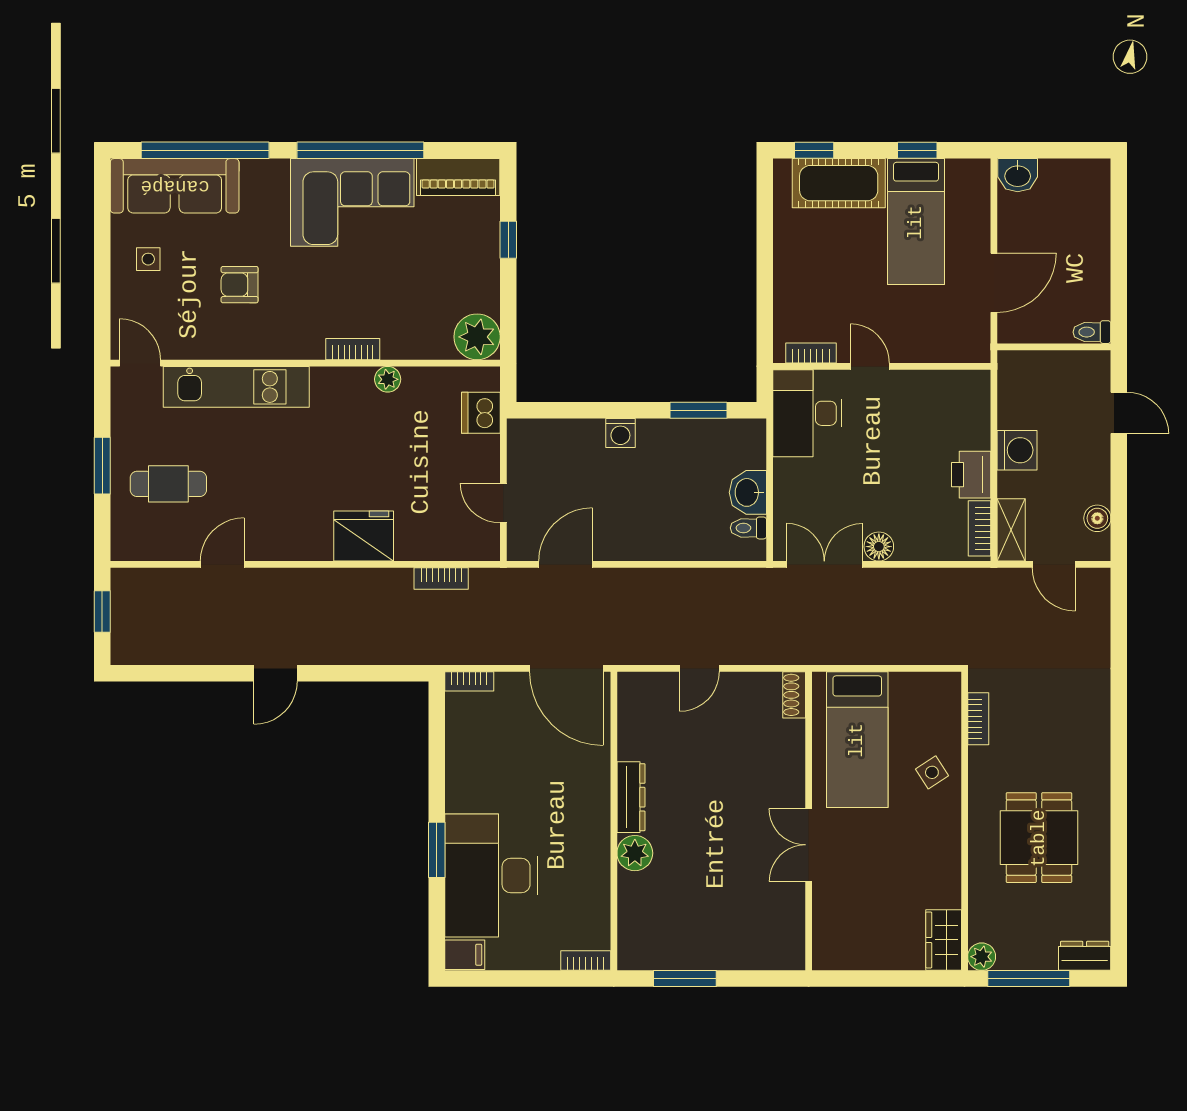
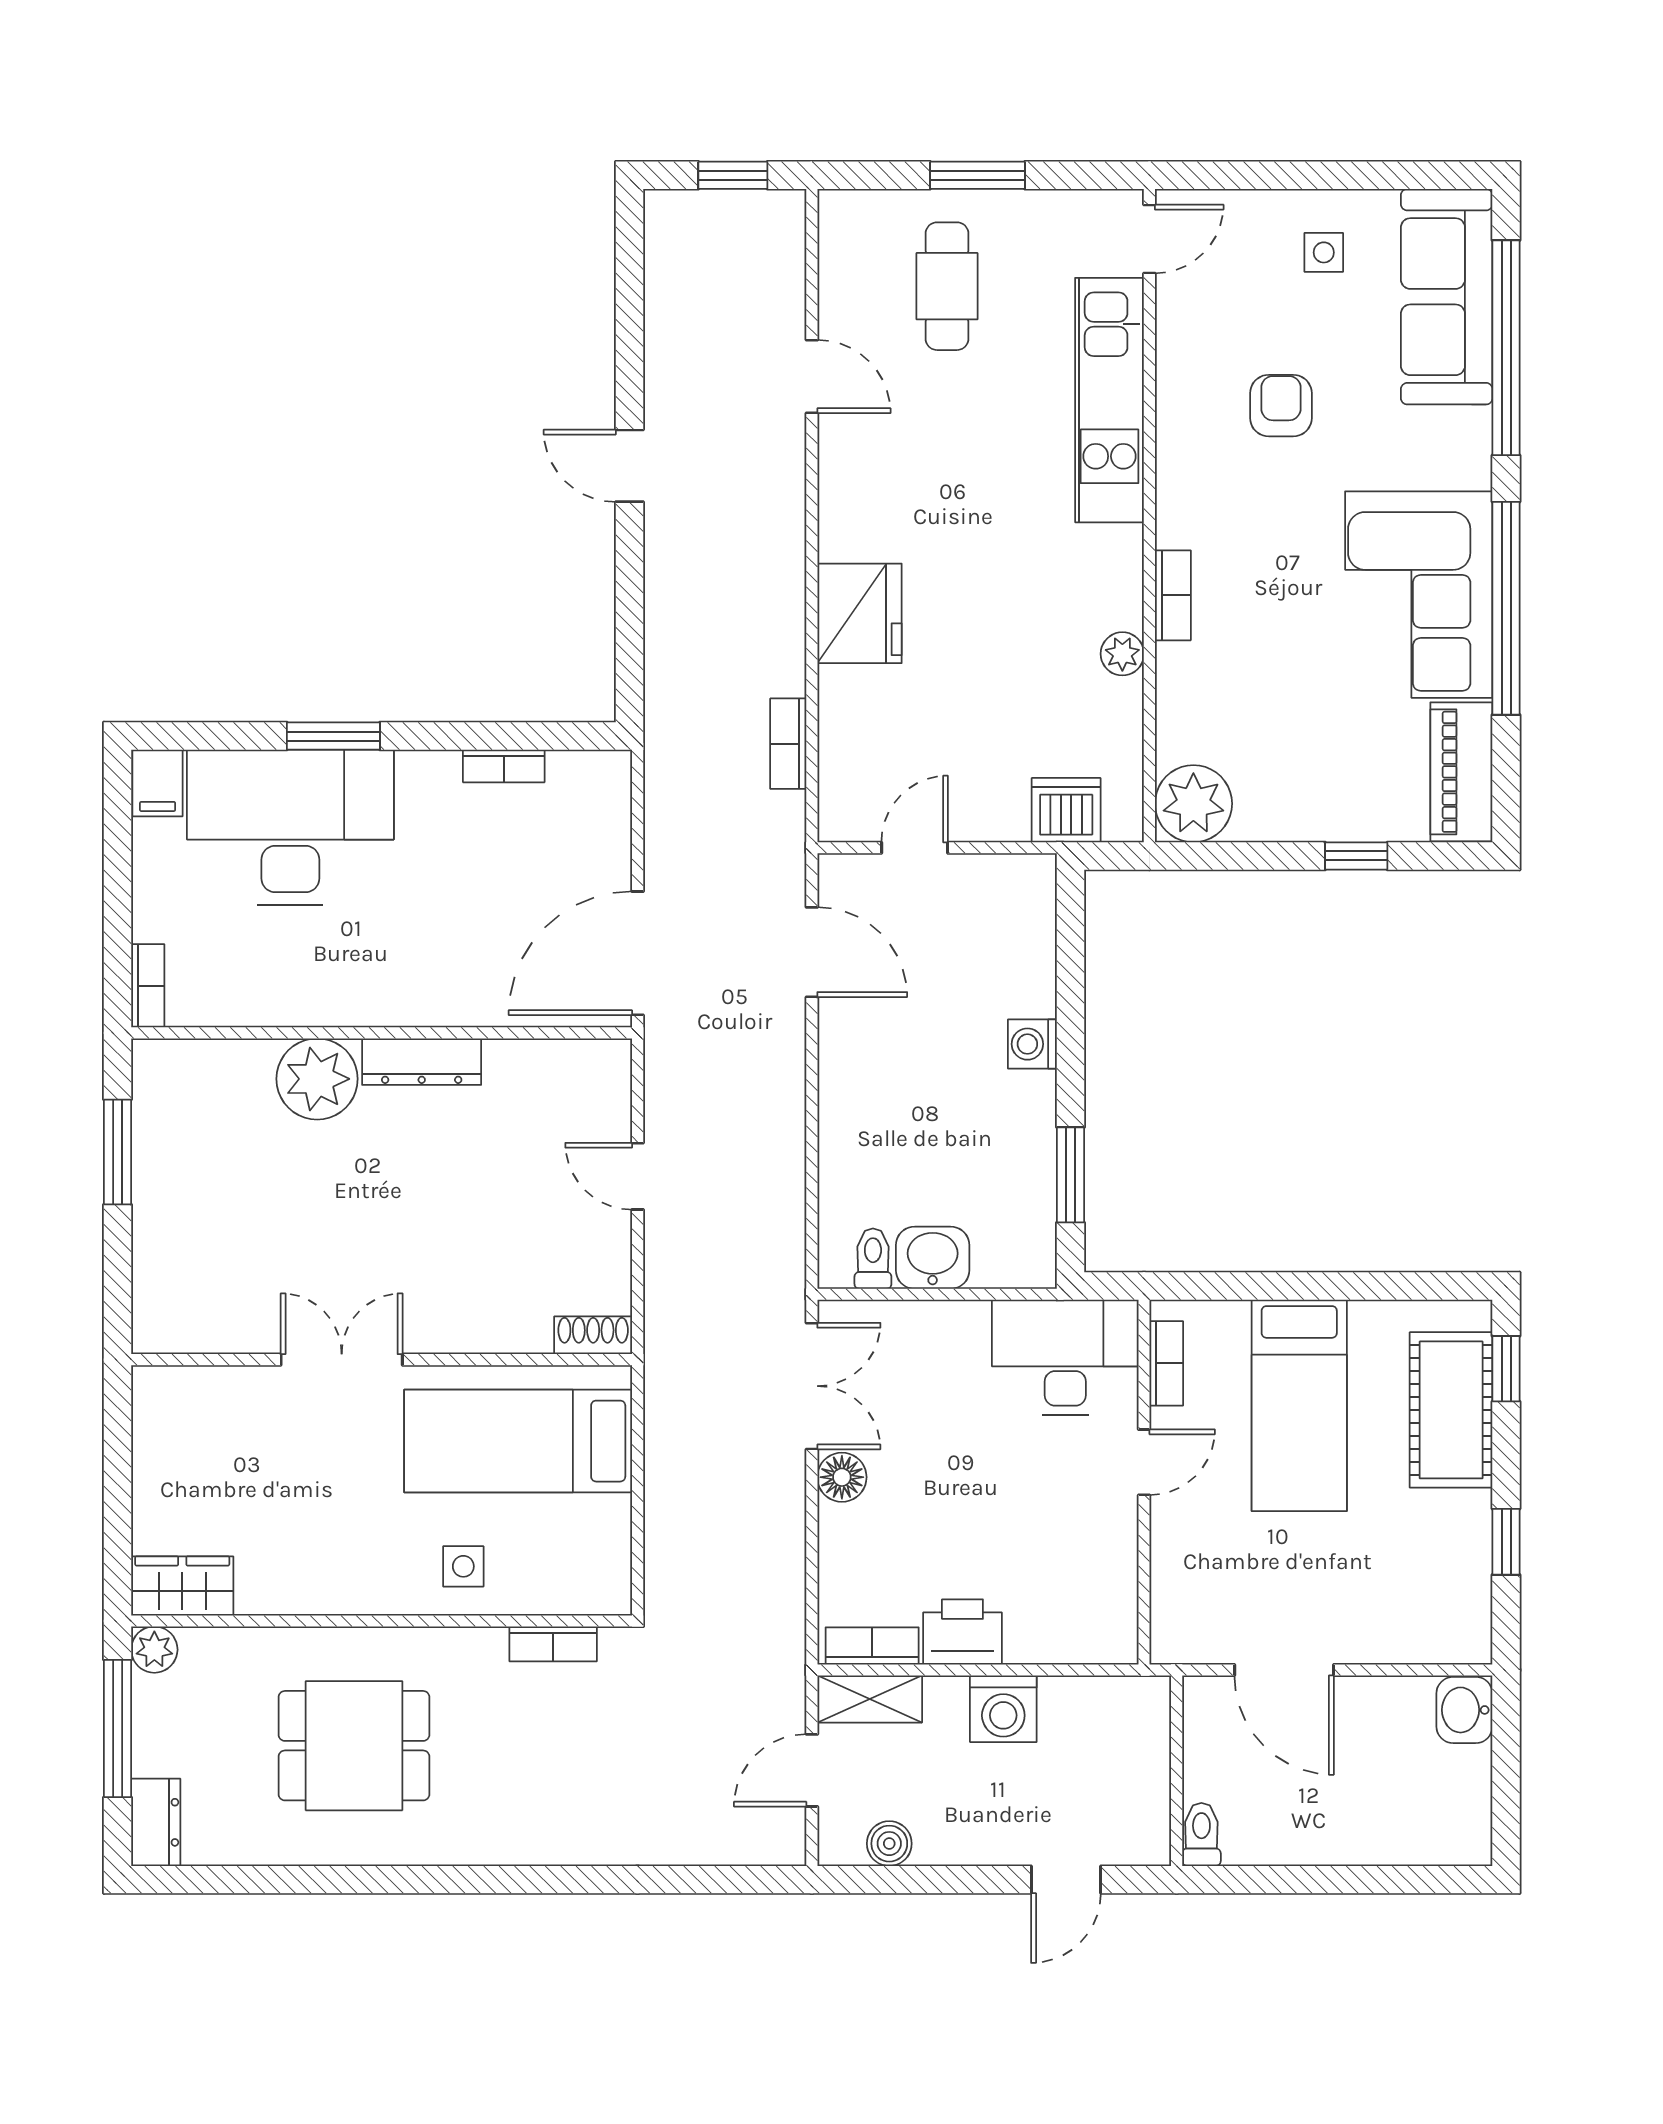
bed: (916, 222) -> (1299, 1405), moved, turned -90
bookcase: (469, 681) -> (504, 766), moved, turned -90
side table: (932, 772) -> (463, 1566), turned 33
plant: (635, 853) -> (317, 1079), width x1.36, depth x1.36

